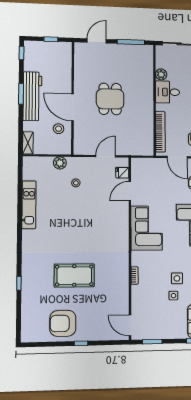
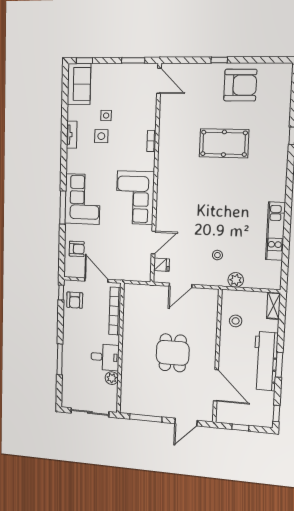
door: (73, 107) -> (216, 385), moved

